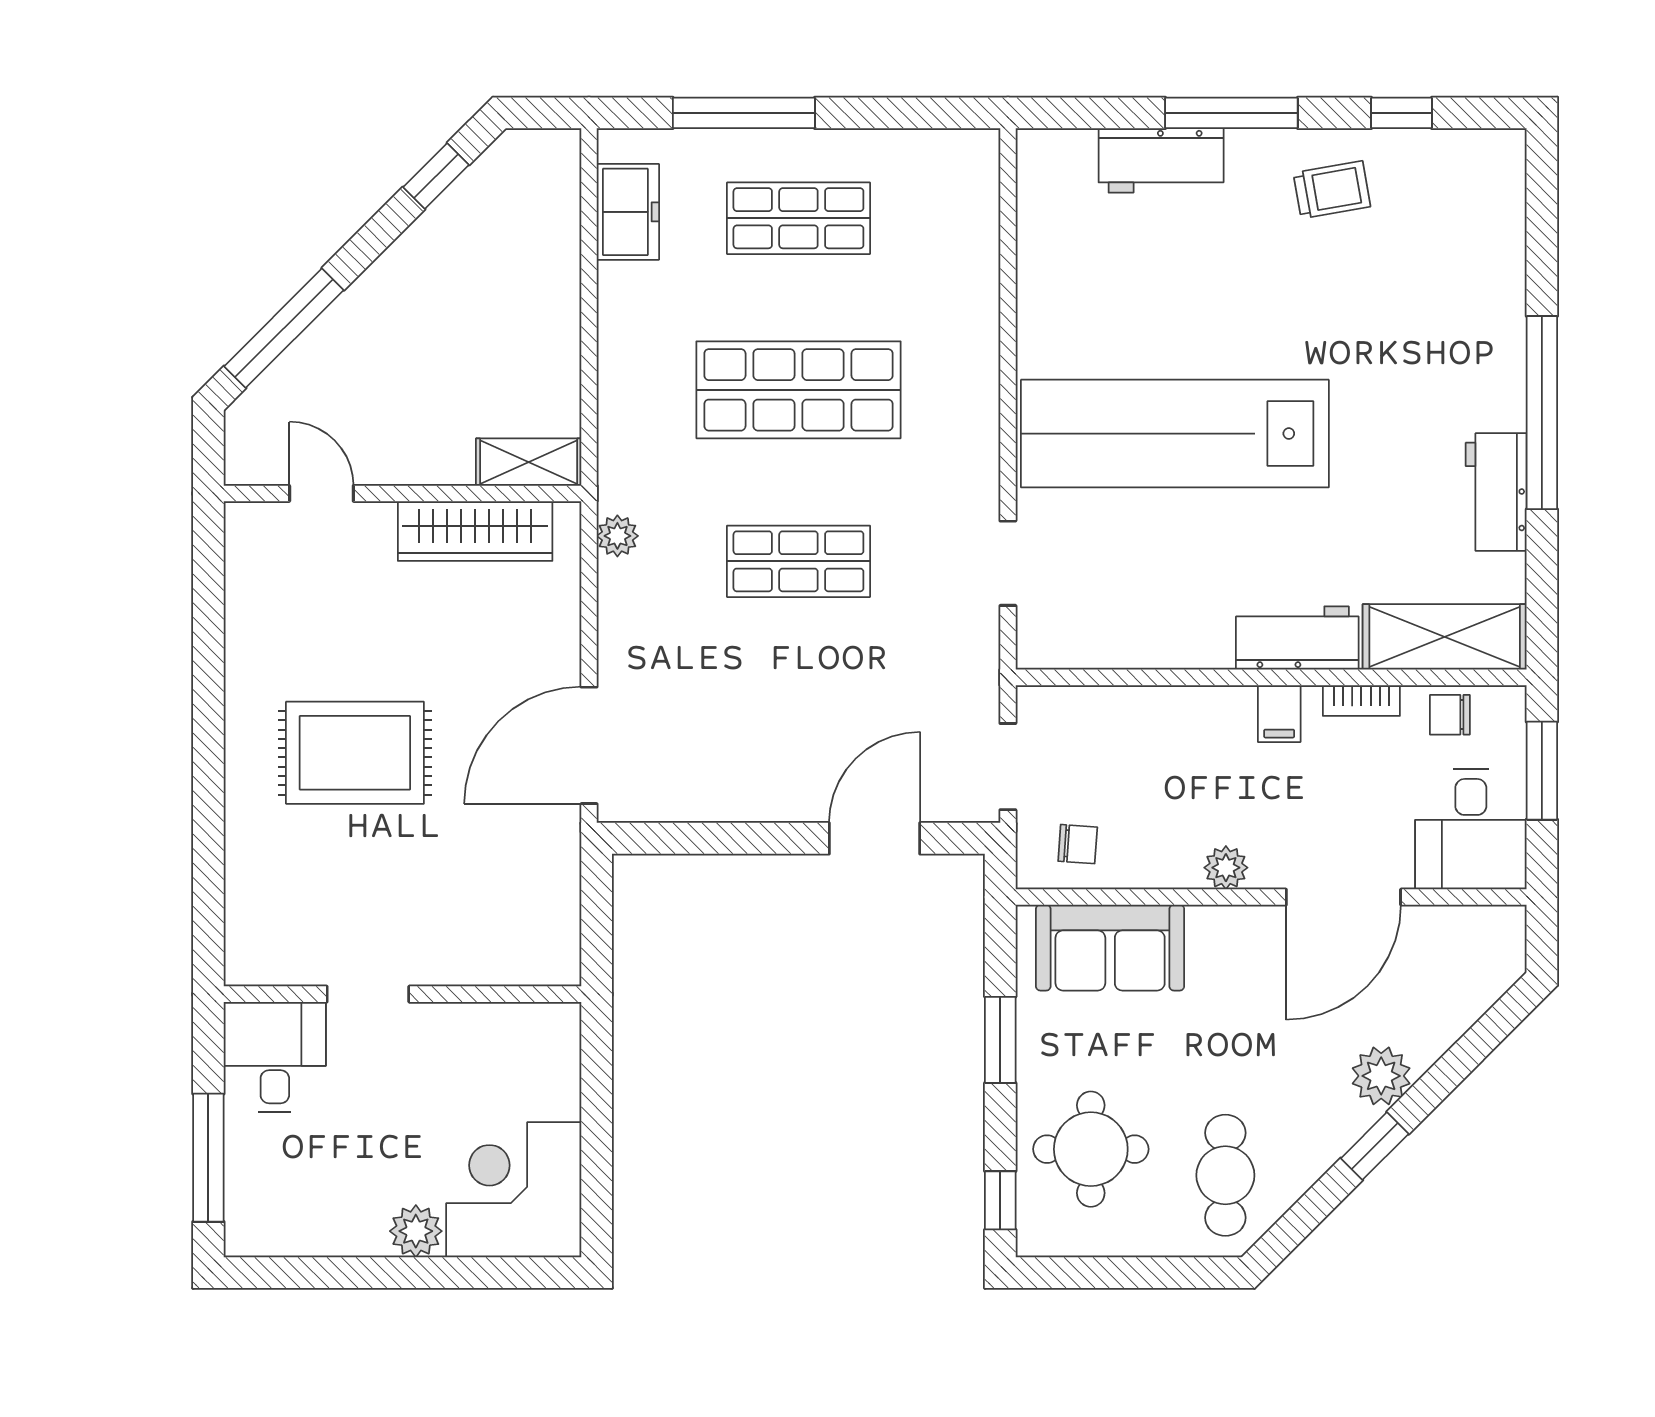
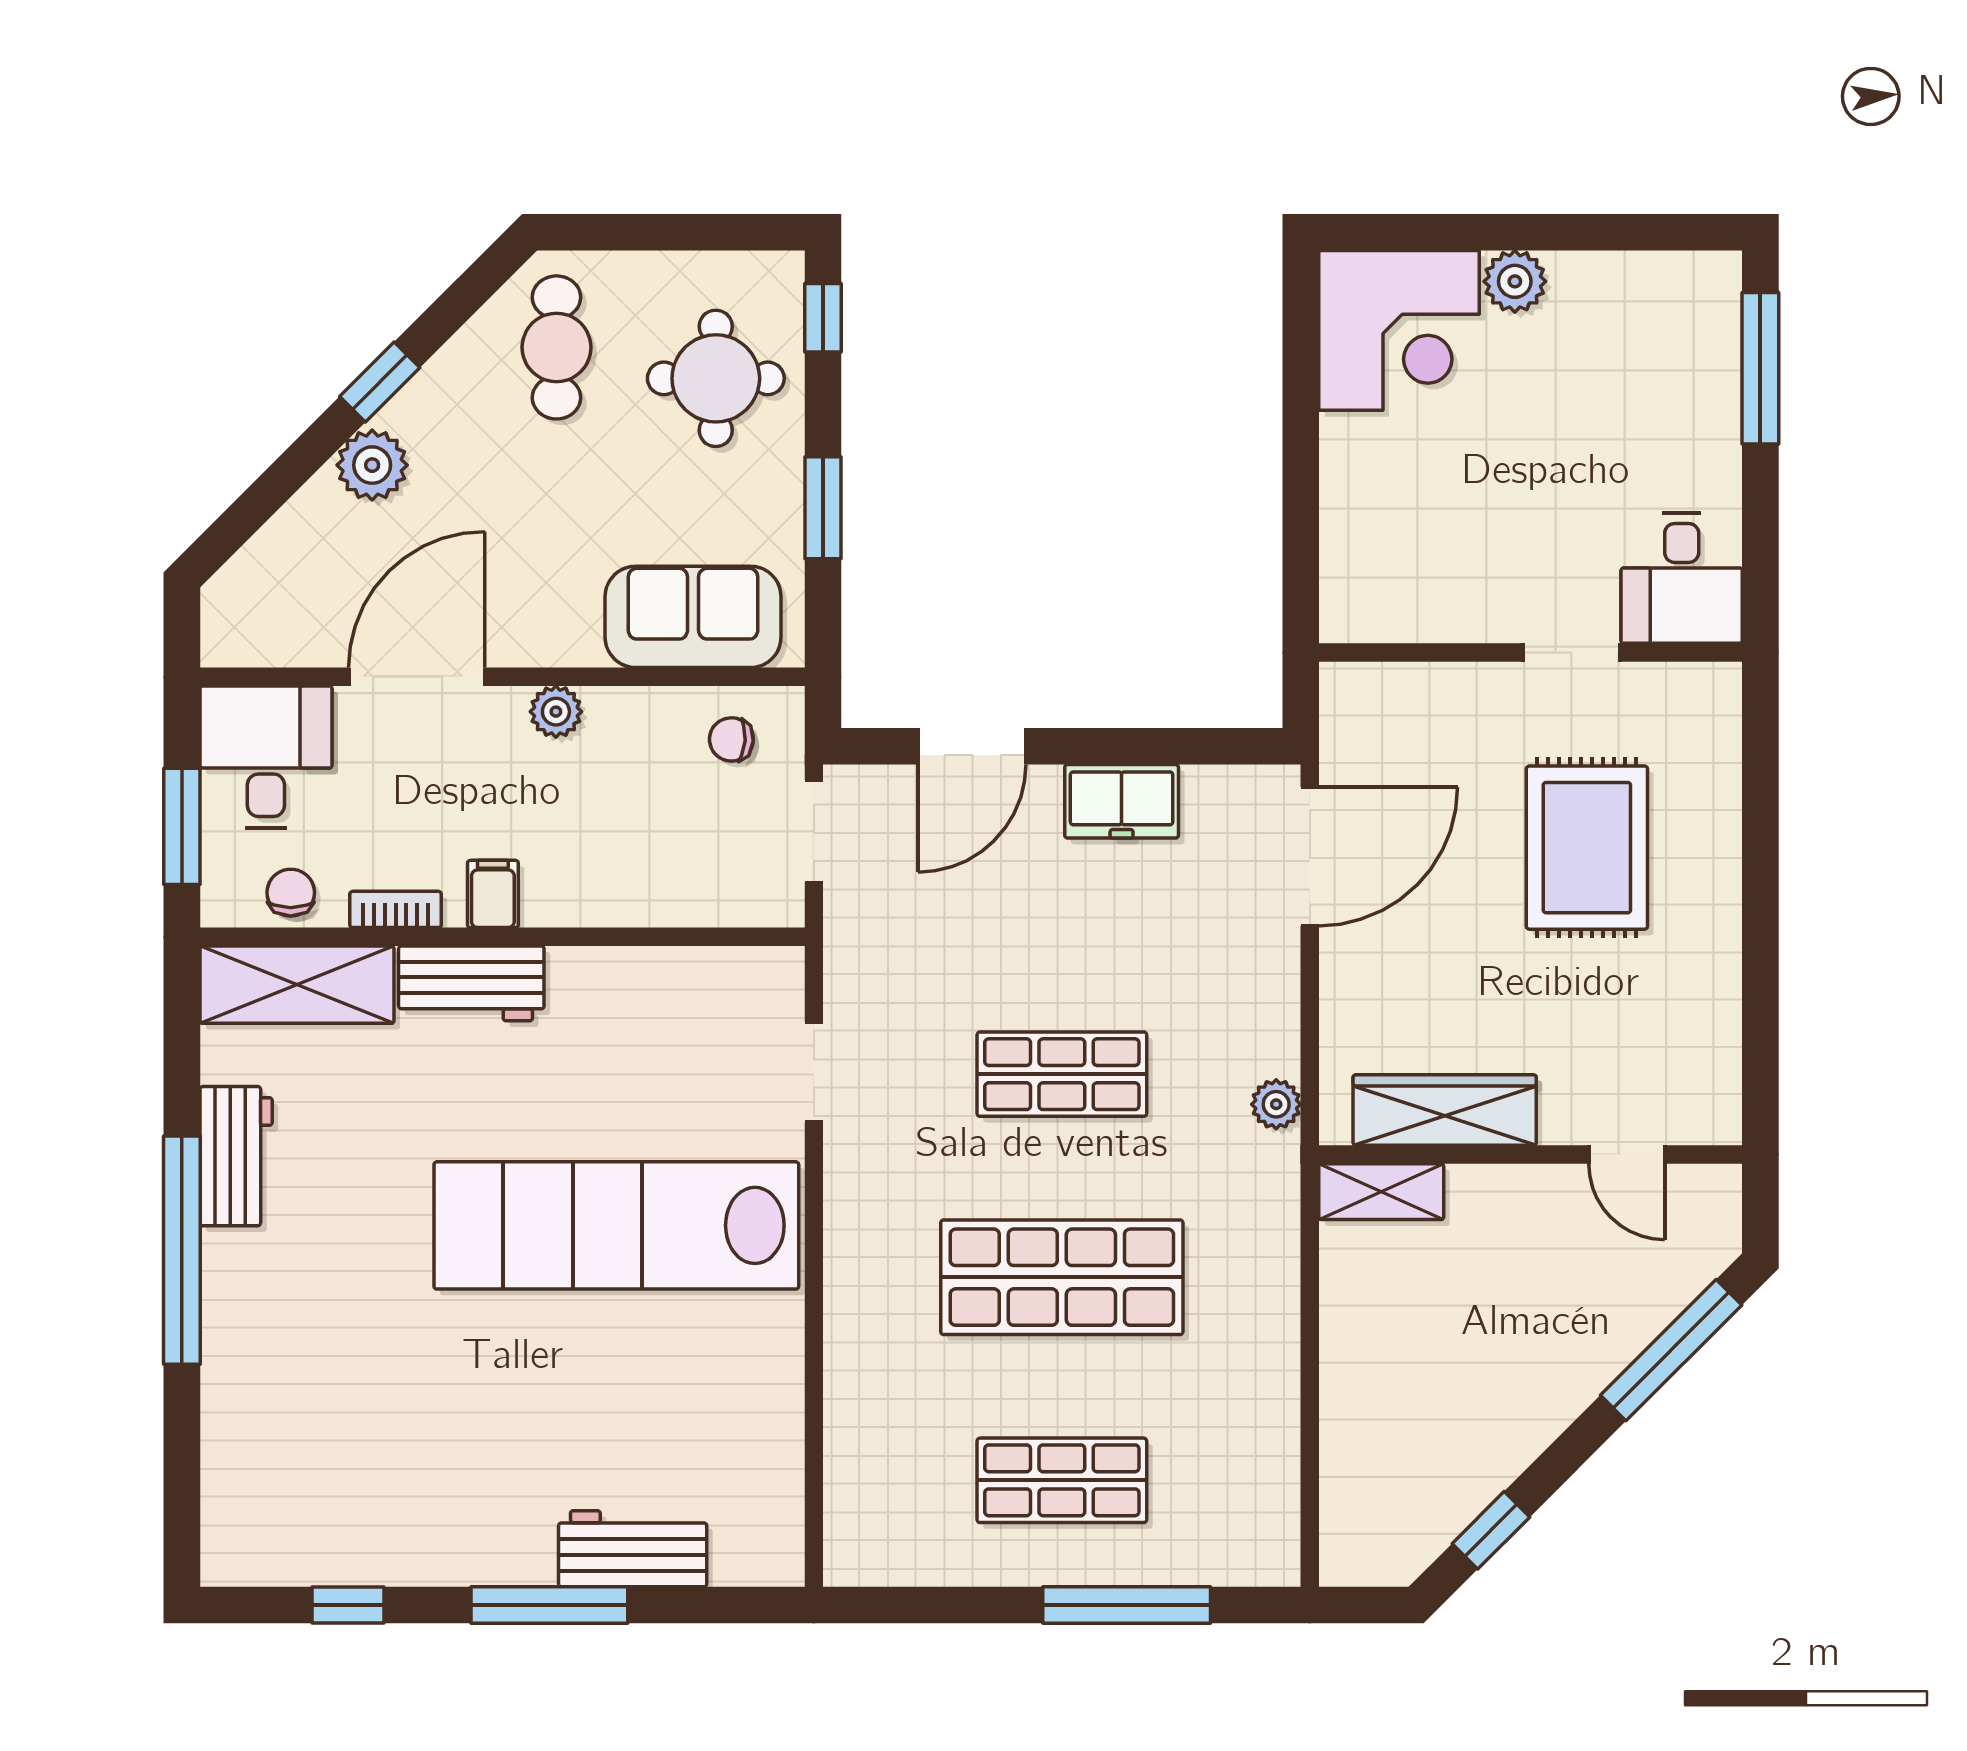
trolley: (1332, 190) -> (431, 1514), removed
freezer: (628, 212) -> (1122, 801), moved, turned -90
lab bench: (1175, 434) -> (616, 1225), turned 180
chair: (1450, 715) -> (291, 893), turned -90
rug: (355, 753) -> (1587, 848), turned 90
doorway: (368, 994) -> (1572, 653), moved
wall: (403, 994) -> (1531, 653), moved
desk: (275, 1057) -> (1682, 578), moved

